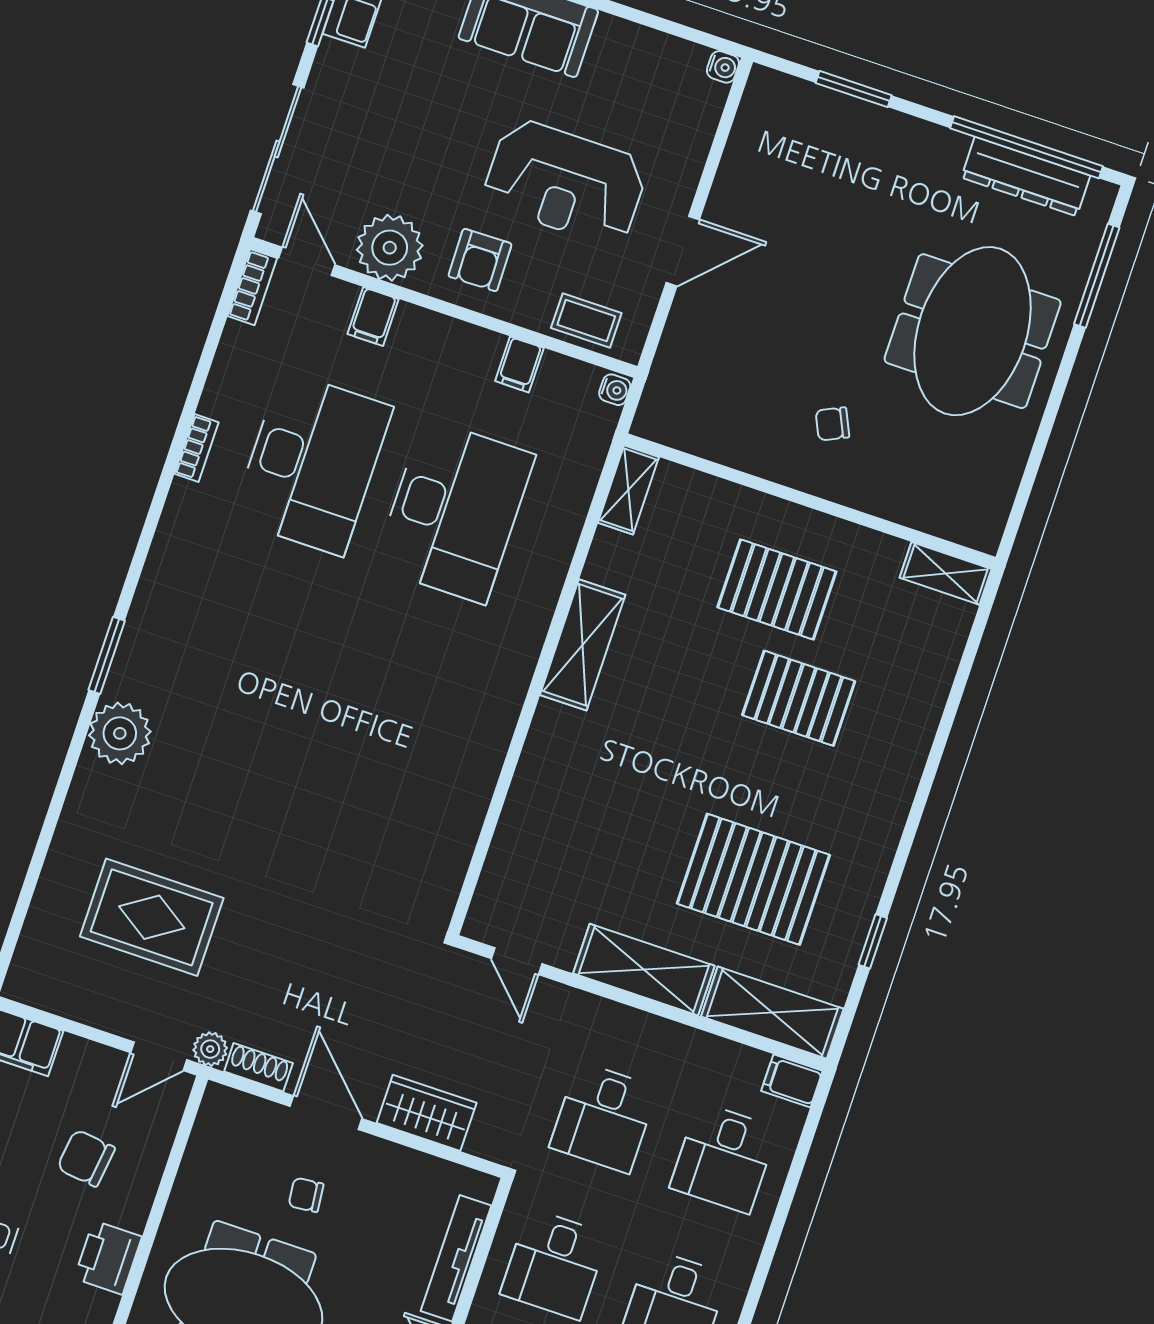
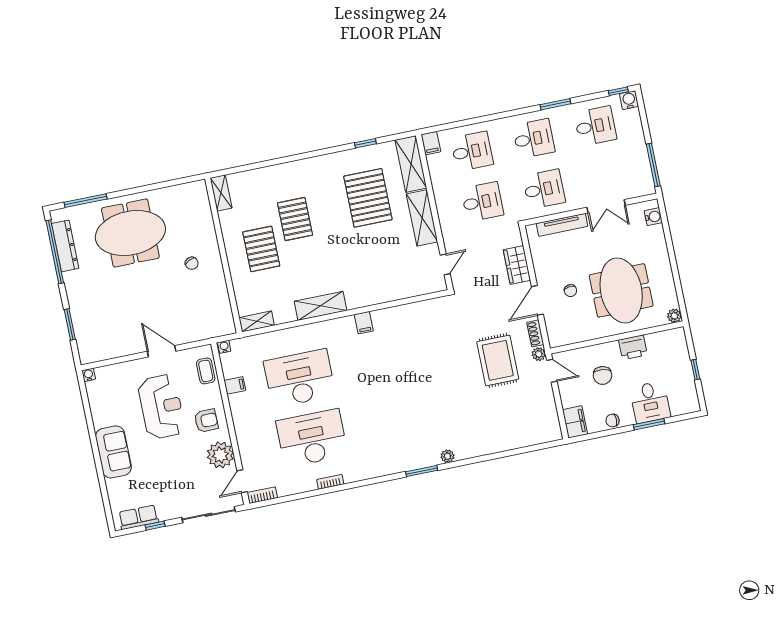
filing cabinet: (373, 317) -> (364, 323), moved, turned 90
plant: (120, 733) -> (447, 456), width x0.53, depth x0.53
rug: (152, 917) -> (498, 360), moved

